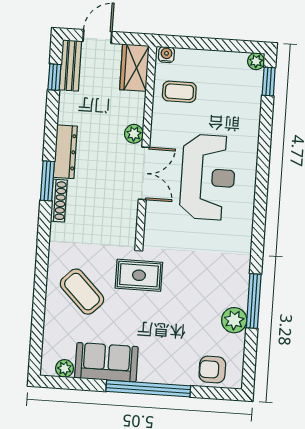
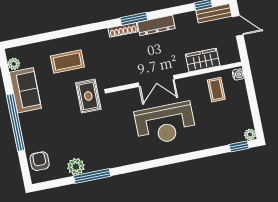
wardrobe: (134, 68) -> (203, 60), moved
plant: (134, 134) -> (180, 67), removed
coffee table: (82, 292) -> (67, 62), turned 45

